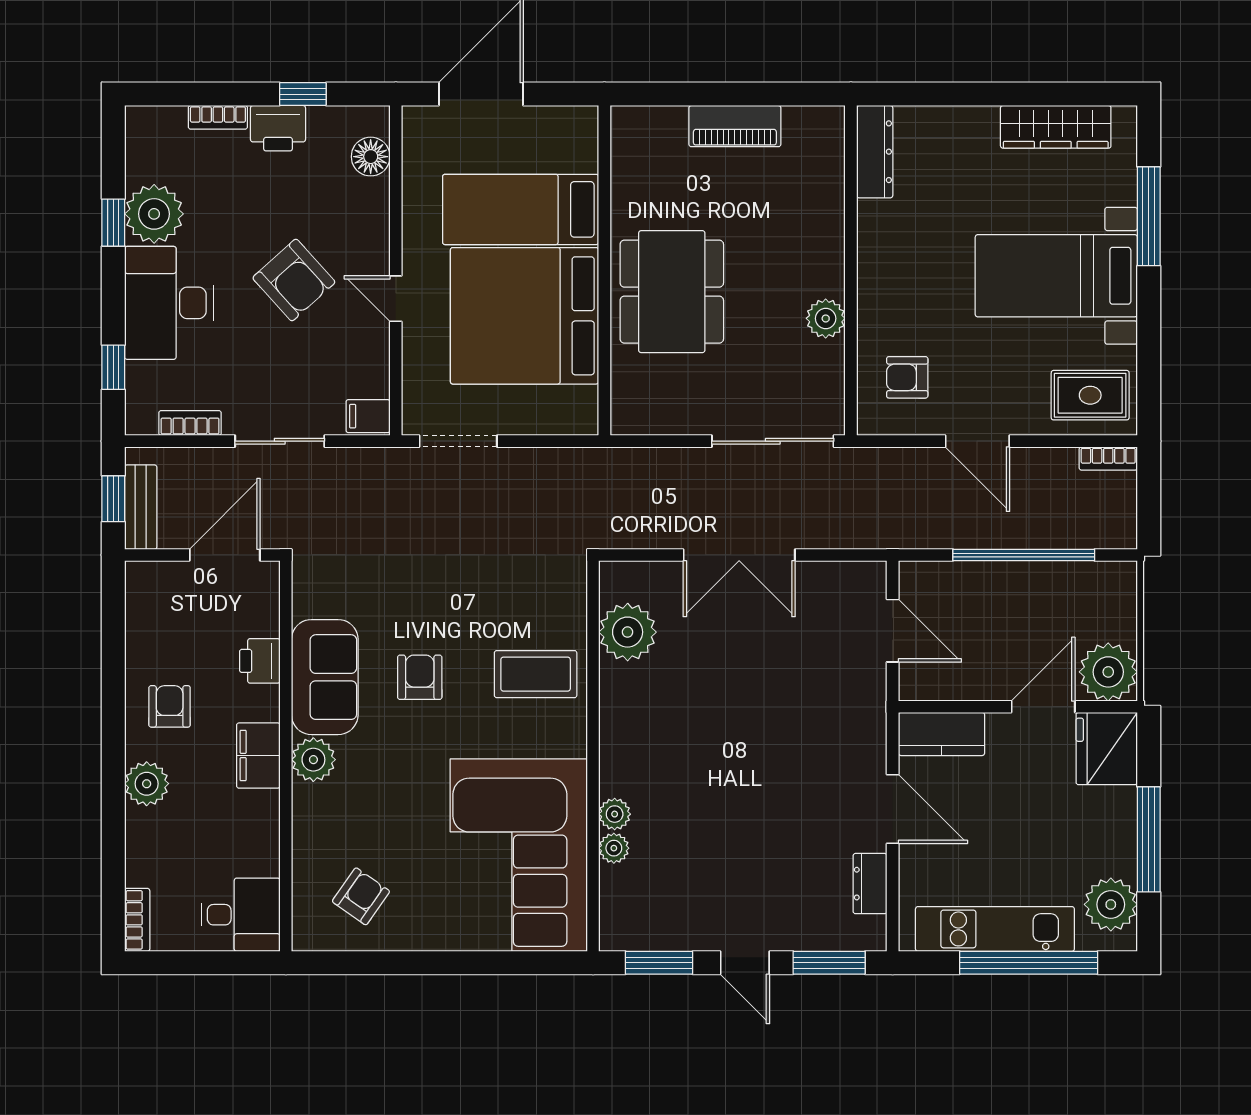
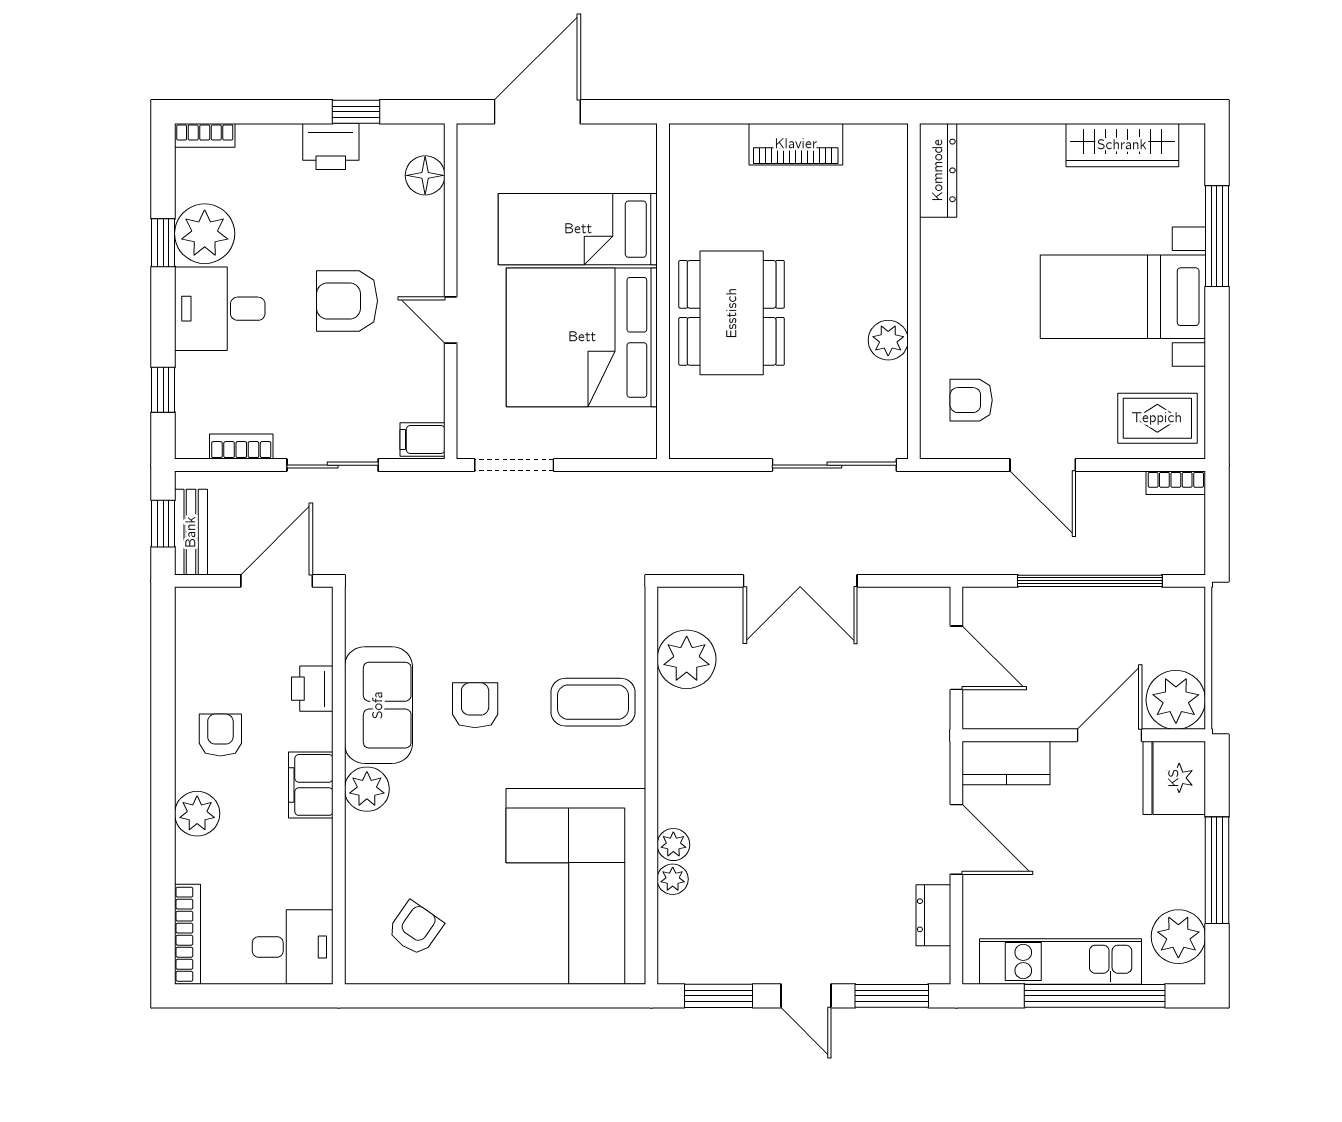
bookcase: (218, 117) -> (205, 135), moved
armchair: (294, 280) -> (347, 301), turned 132
desk: (169, 303) -> (220, 309), width x0.73
bookcase: (137, 920) -> (187, 934), width x1.56

